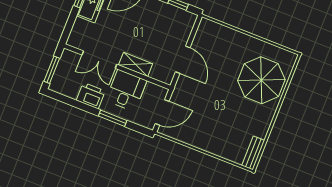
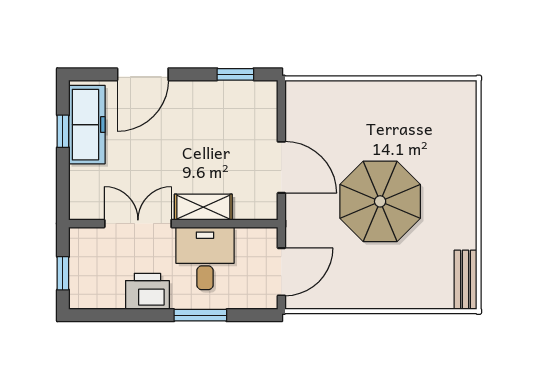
double door: (99, 60) -> (138, 224), swing flipped
window: (52, 70) -> (63, 273), width x0.67
parasol: (261, 80) -> (380, 201), moved

